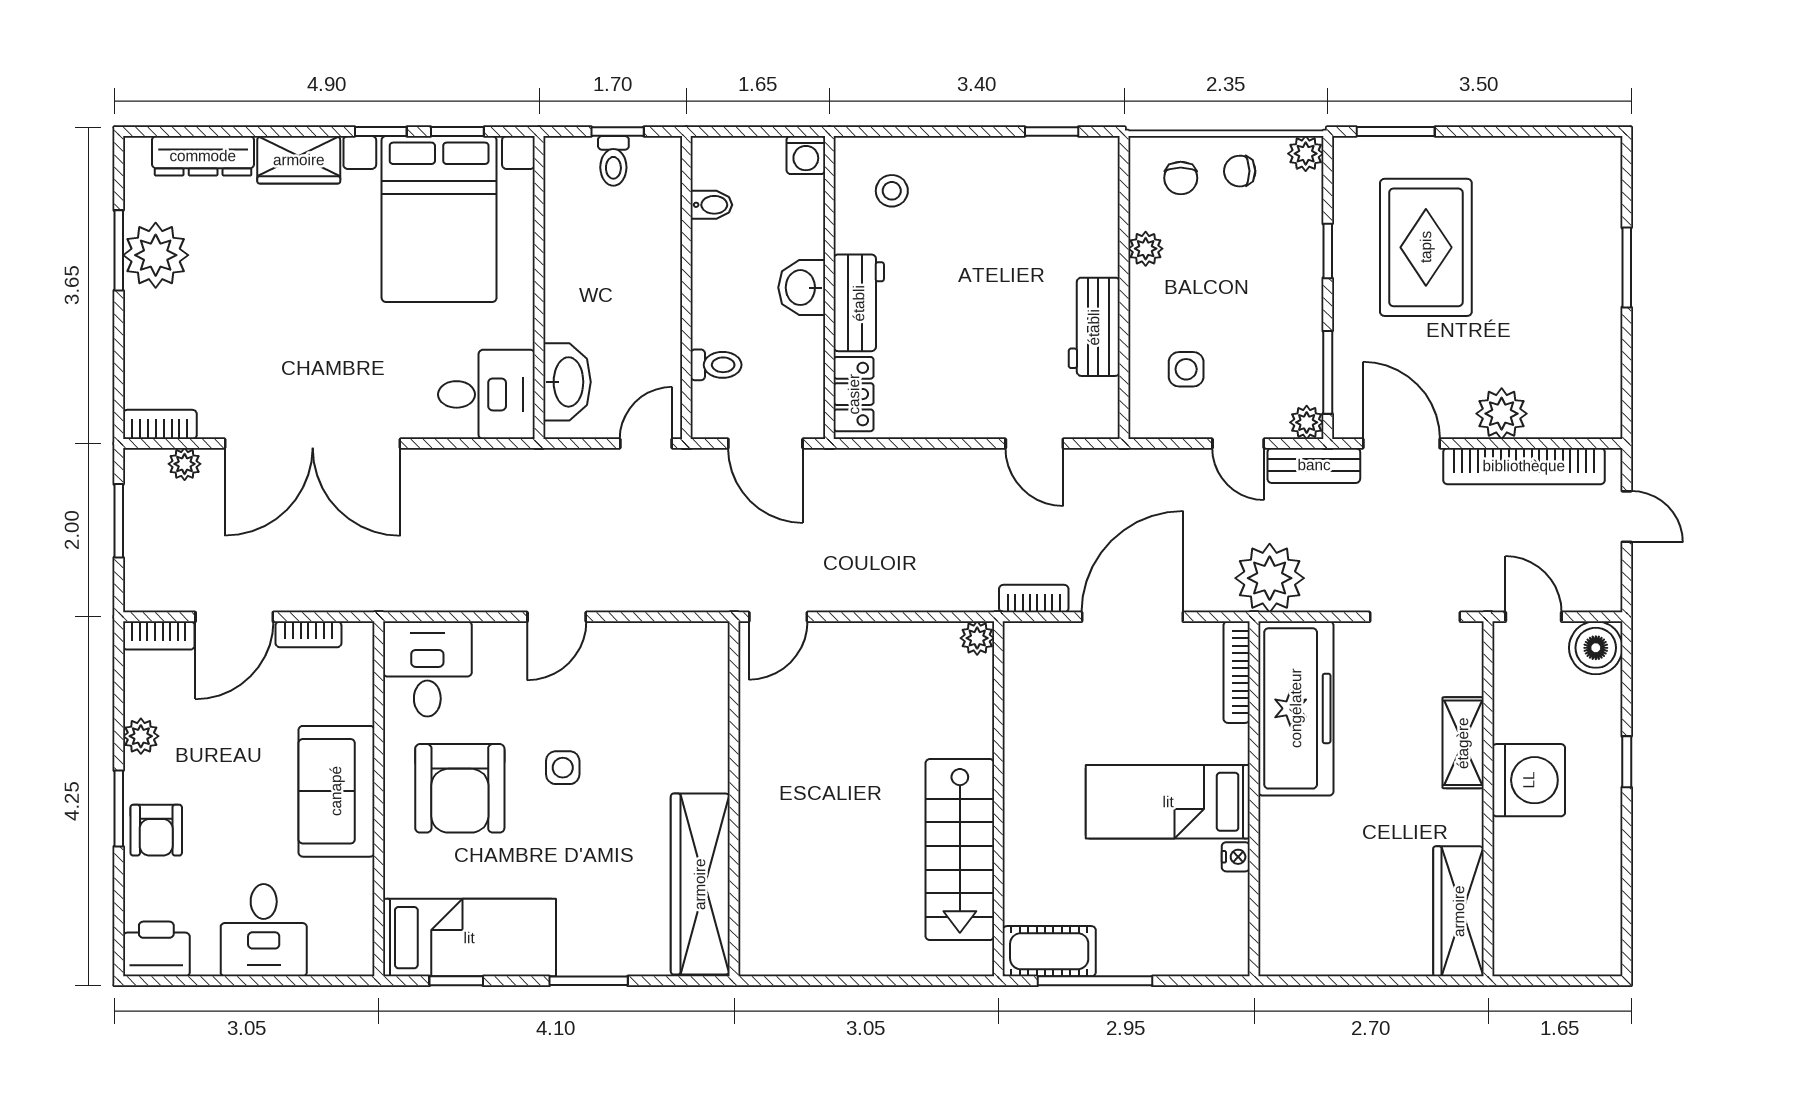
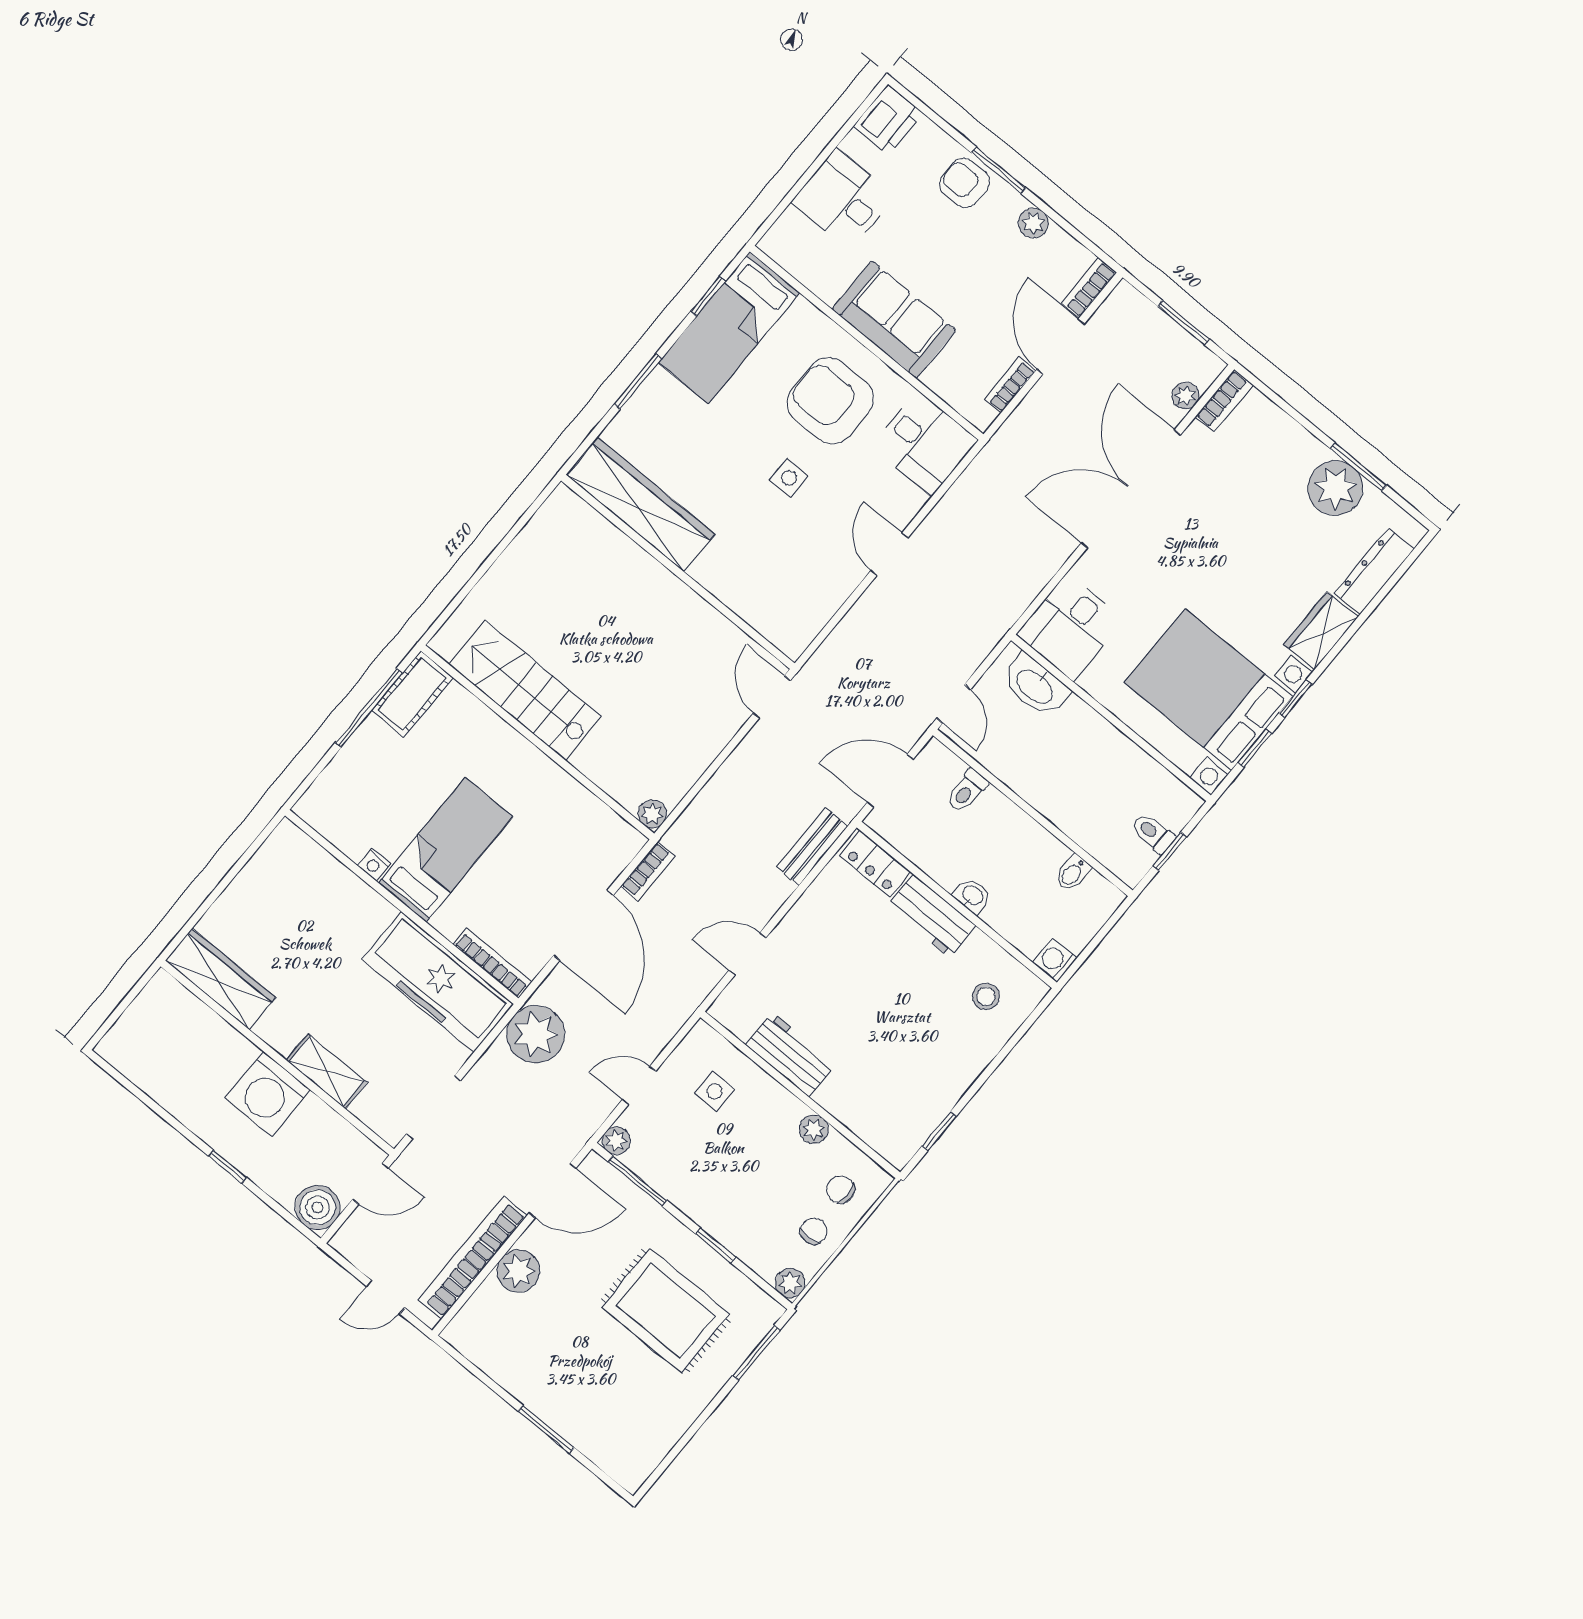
washbasin: (802, 288) -> (972, 896), width x0.72, depth x0.69
bench: (1314, 465) -> (812, 847), moved

